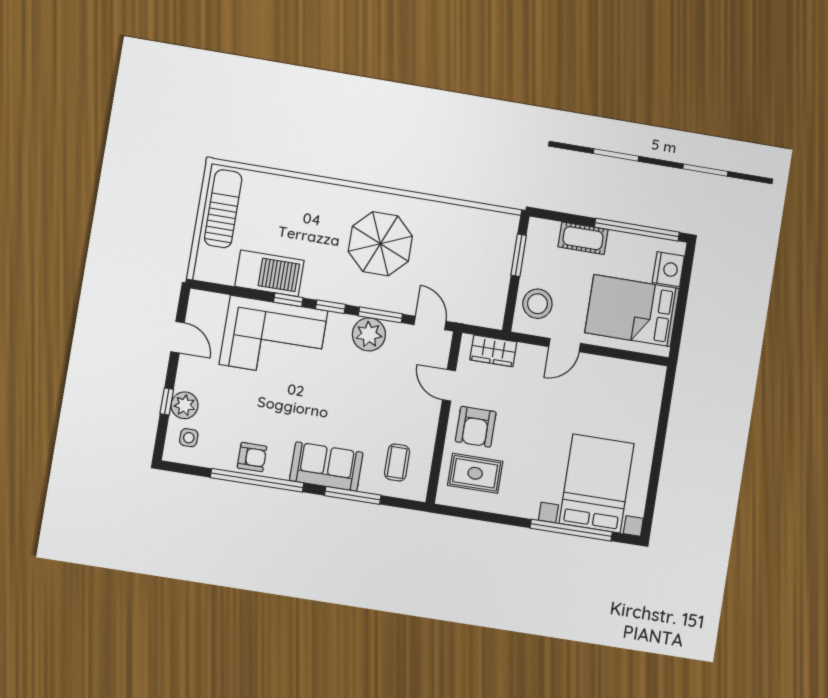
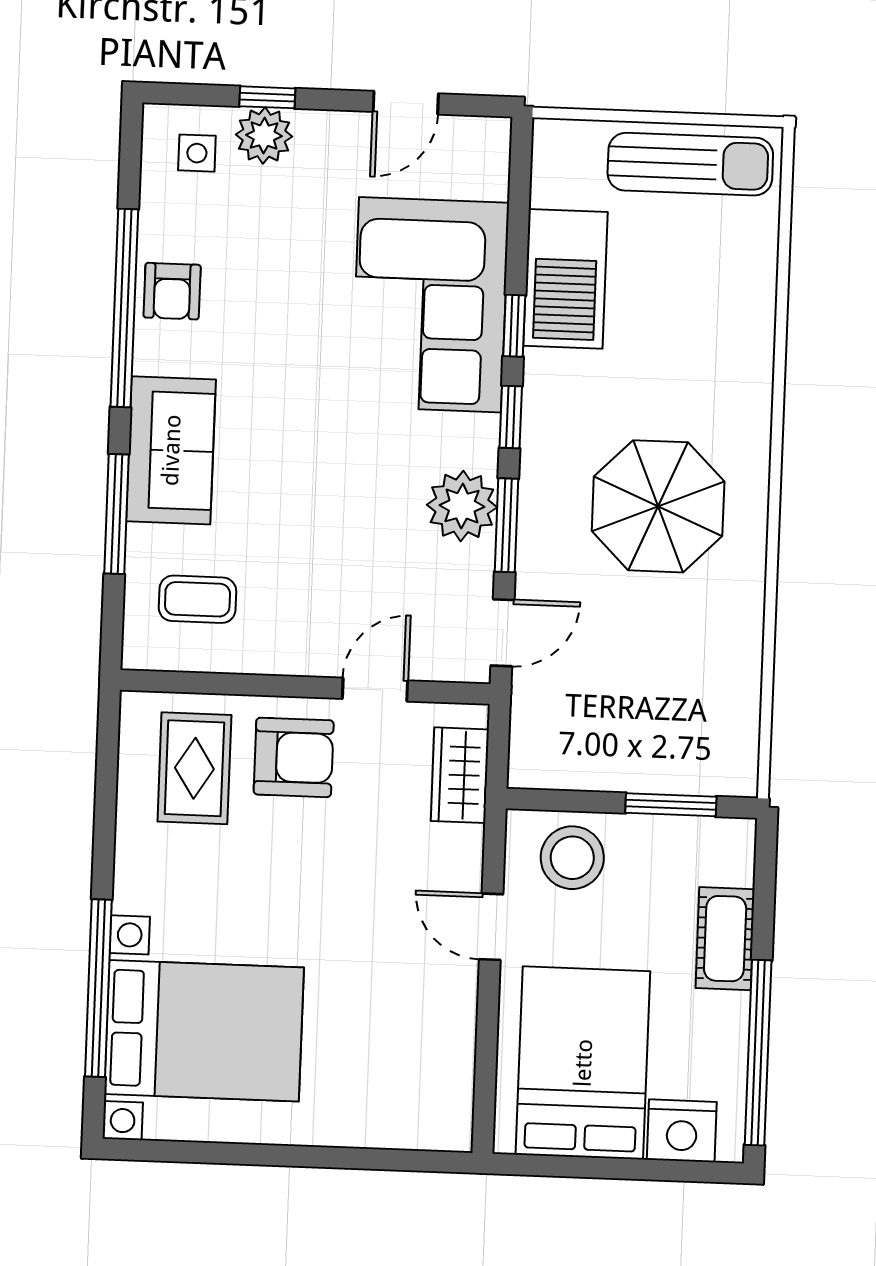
armchair: (476, 427) -> (294, 757), turned 180

